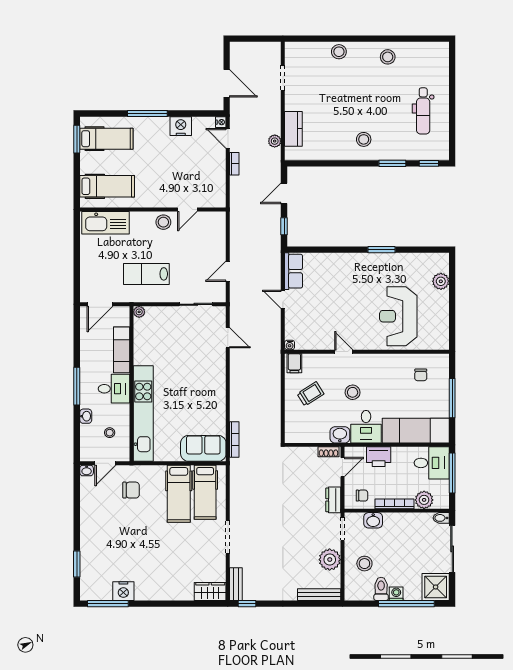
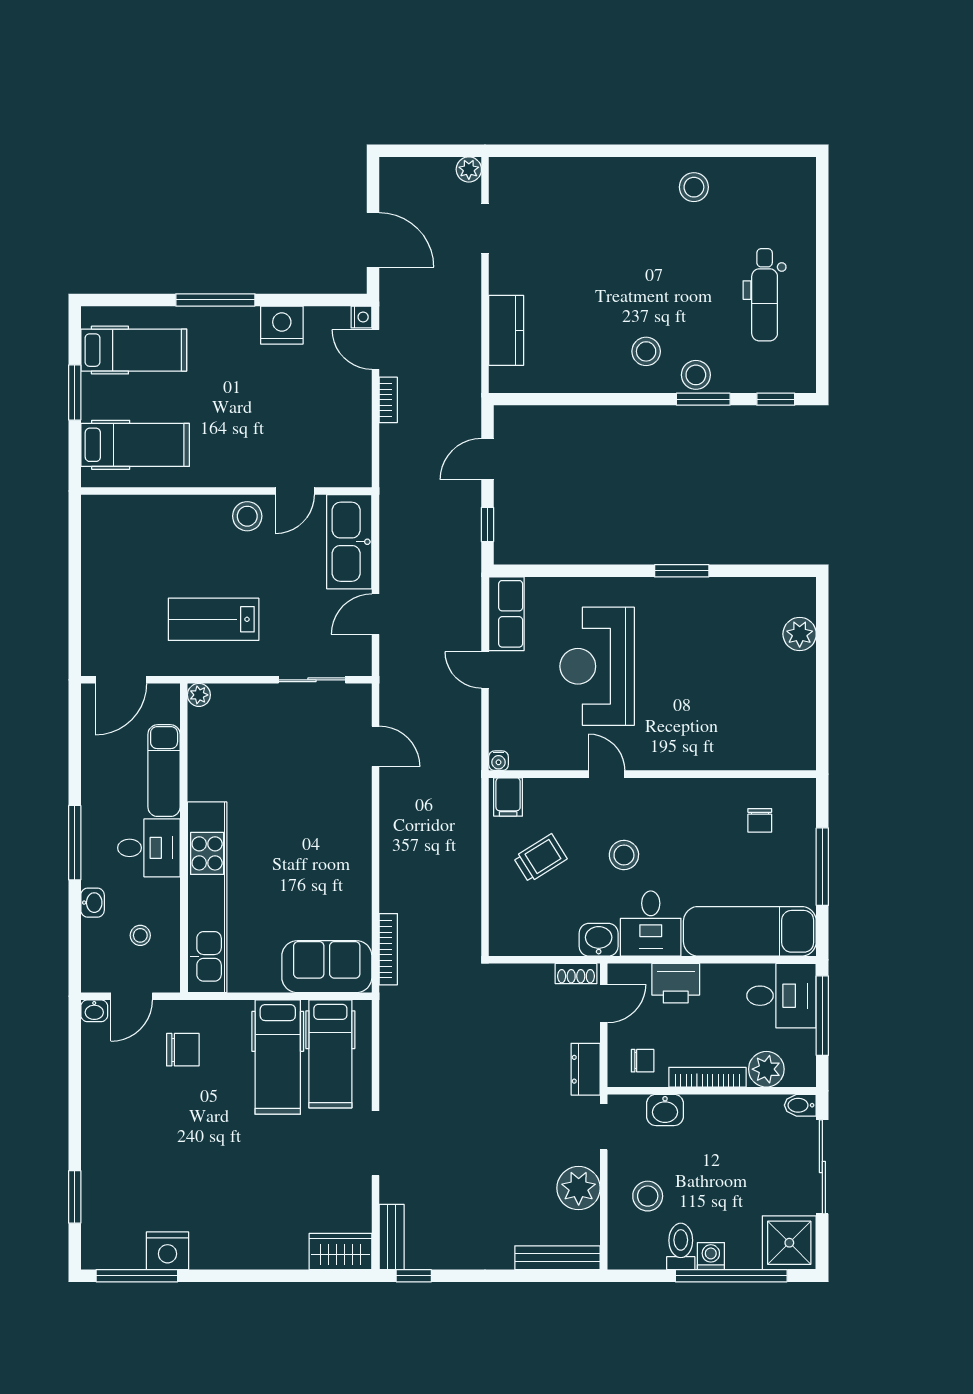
stool: (339, 52) -> (696, 375), moved
window: (77, 139) -> (75, 393), moved
plant: (275, 141) -> (469, 169), moved
kitchen sink: (106, 223) -> (349, 542), moved, turned 90
reception desk: (398, 316) -> (597, 666), moved

